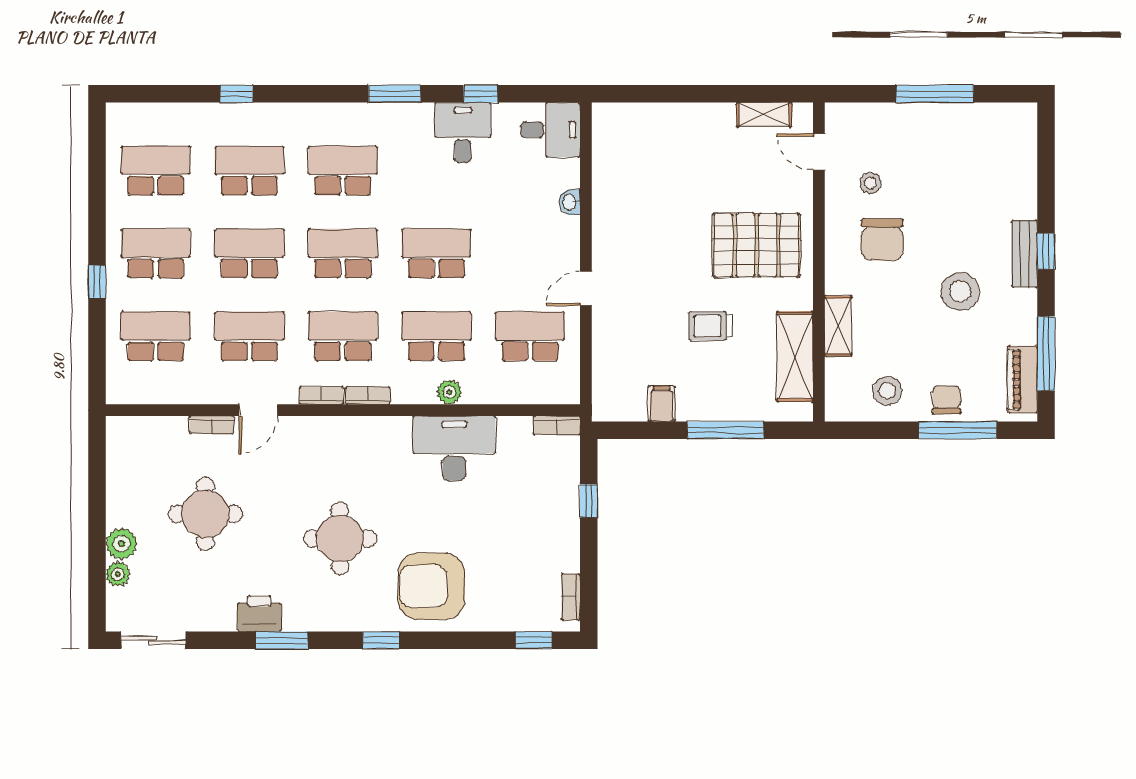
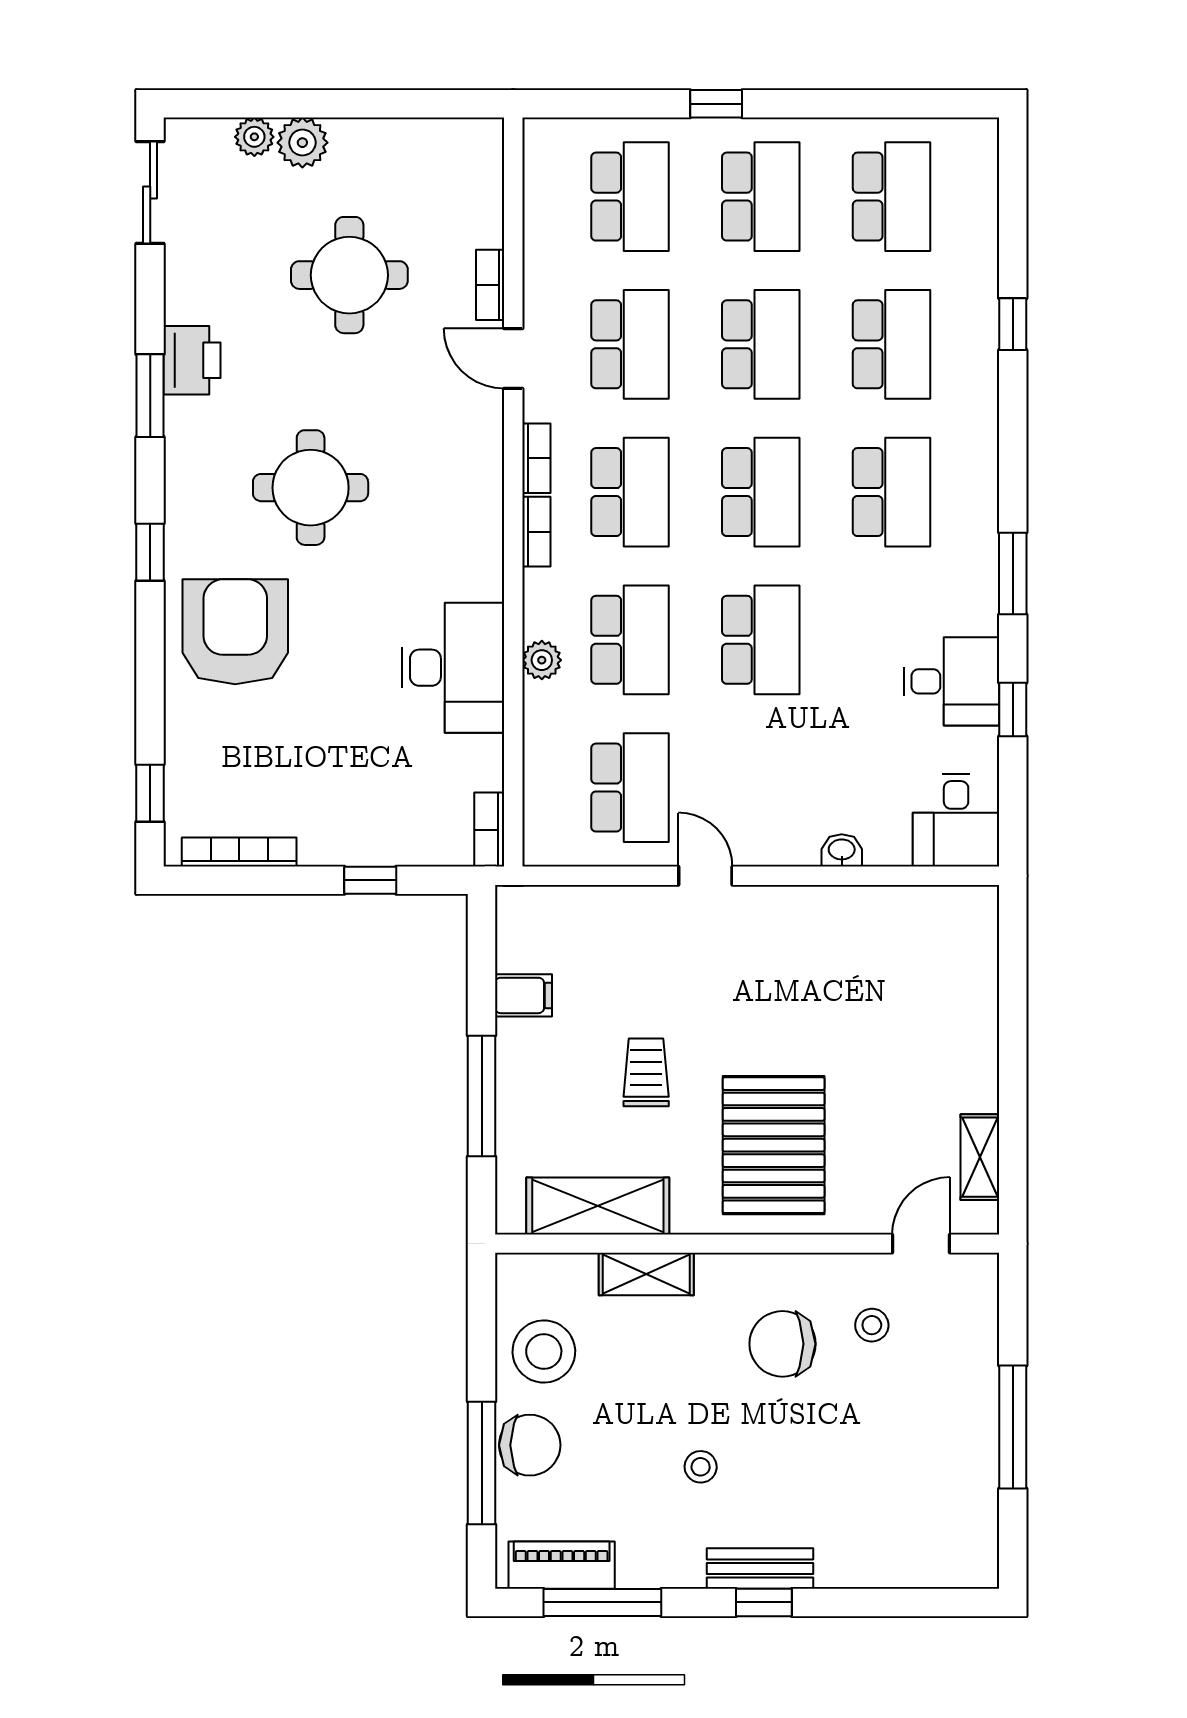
stool: (960, 291) -> (701, 1467), width x0.53, depth x0.53
stool: (887, 391) -> (544, 1352), width x1.38, depth x1.38
chair: (946, 400) -> (530, 1445), width x1.37, depth x1.37
bookcase: (571, 597) -> (239, 852), width x1.56

